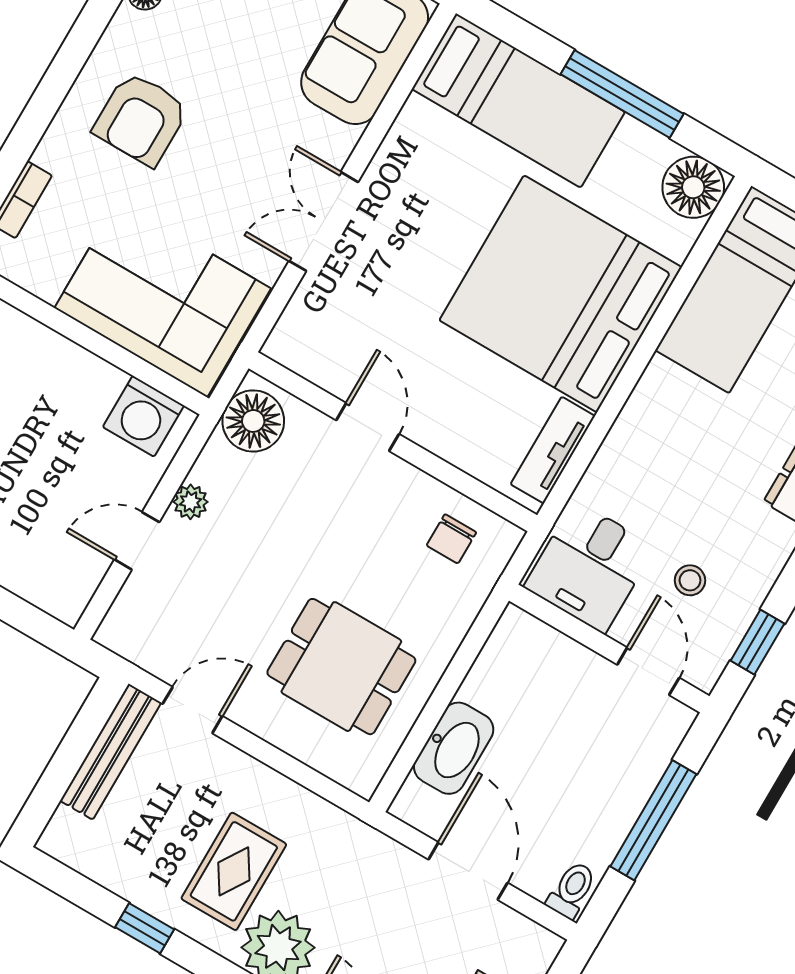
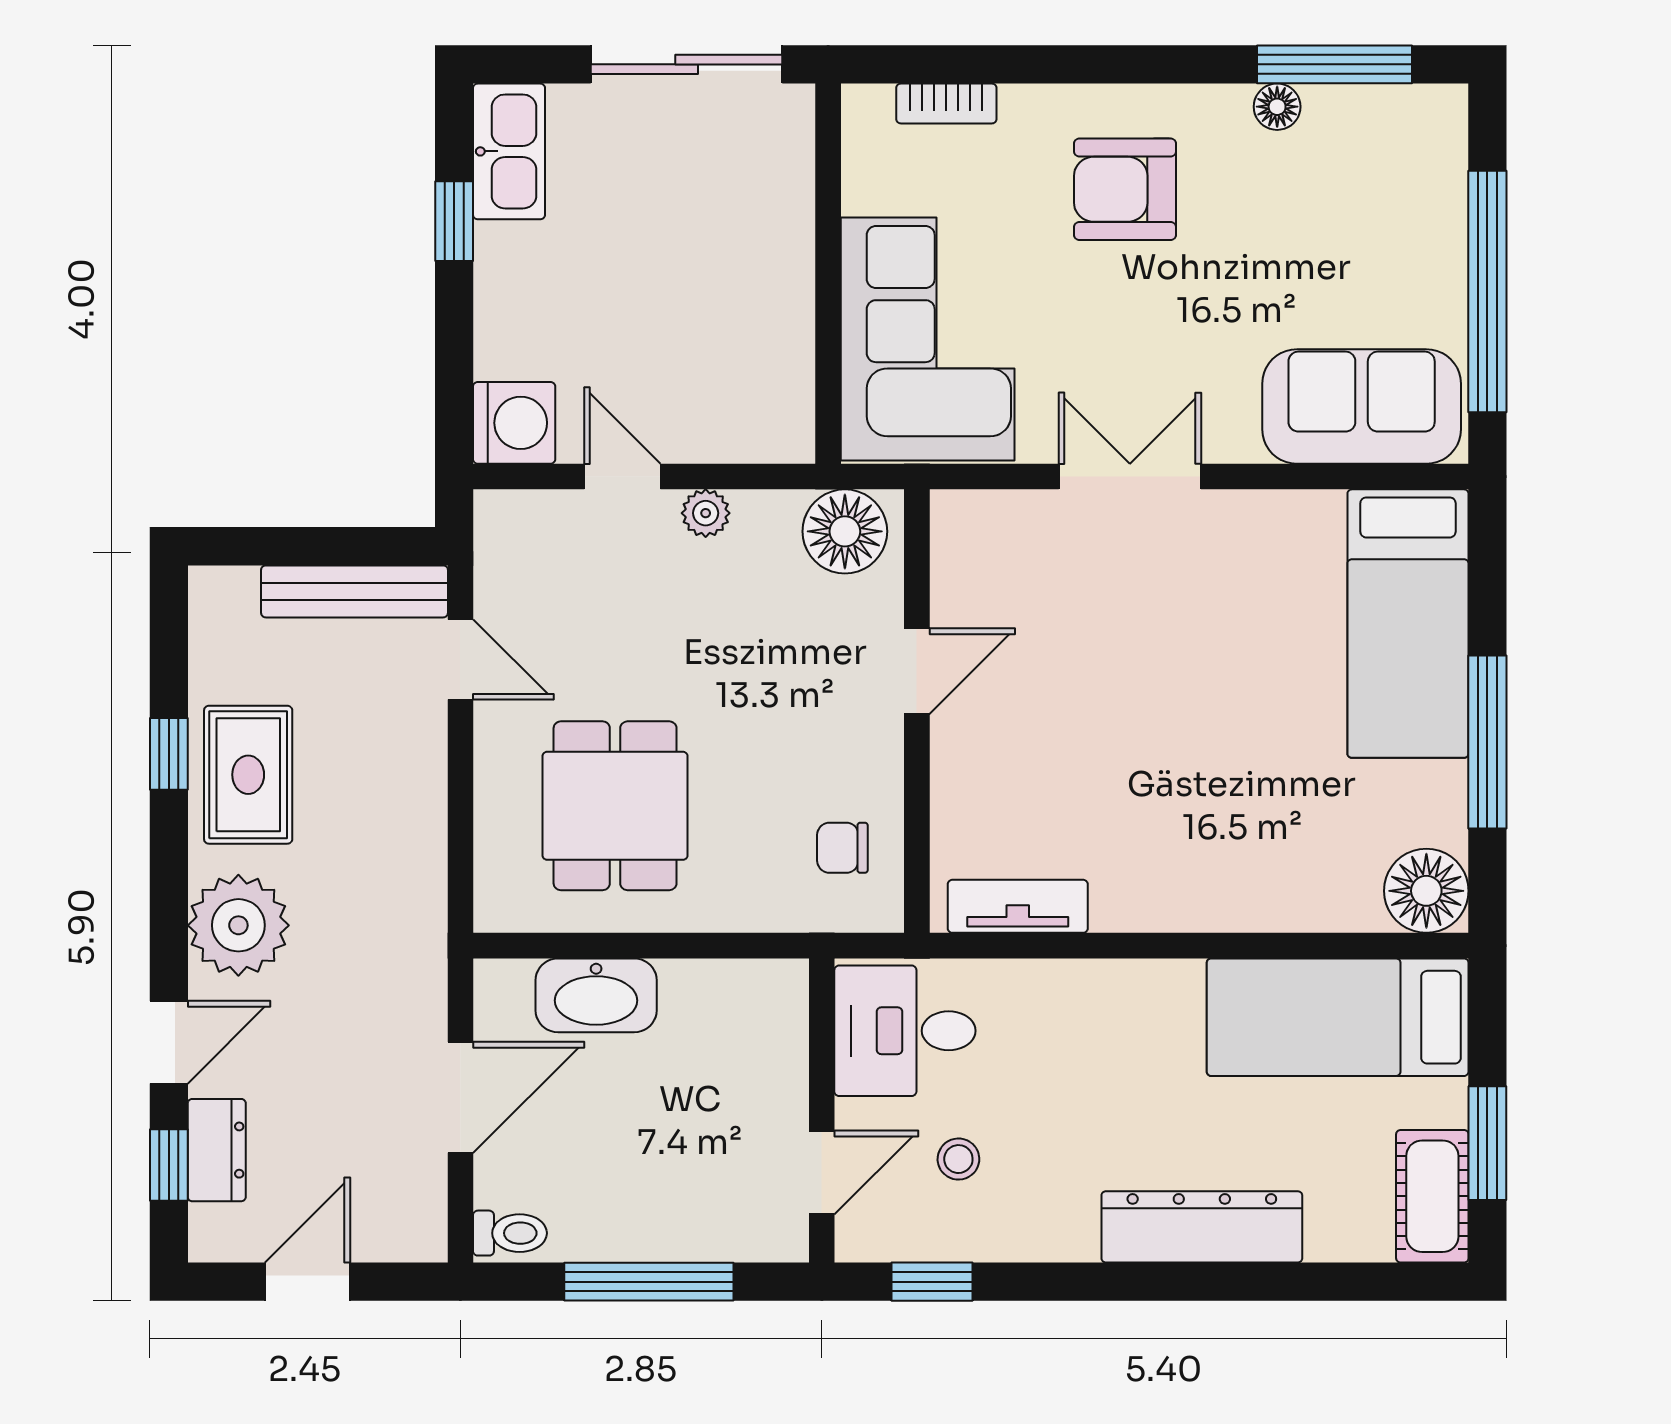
bed: (561, 294) -> (1208, 807), removed
washing machine: (143, 416) -> (514, 423), moved, turned 180
rug: (234, 871) -> (248, 775), moved, turned 90

